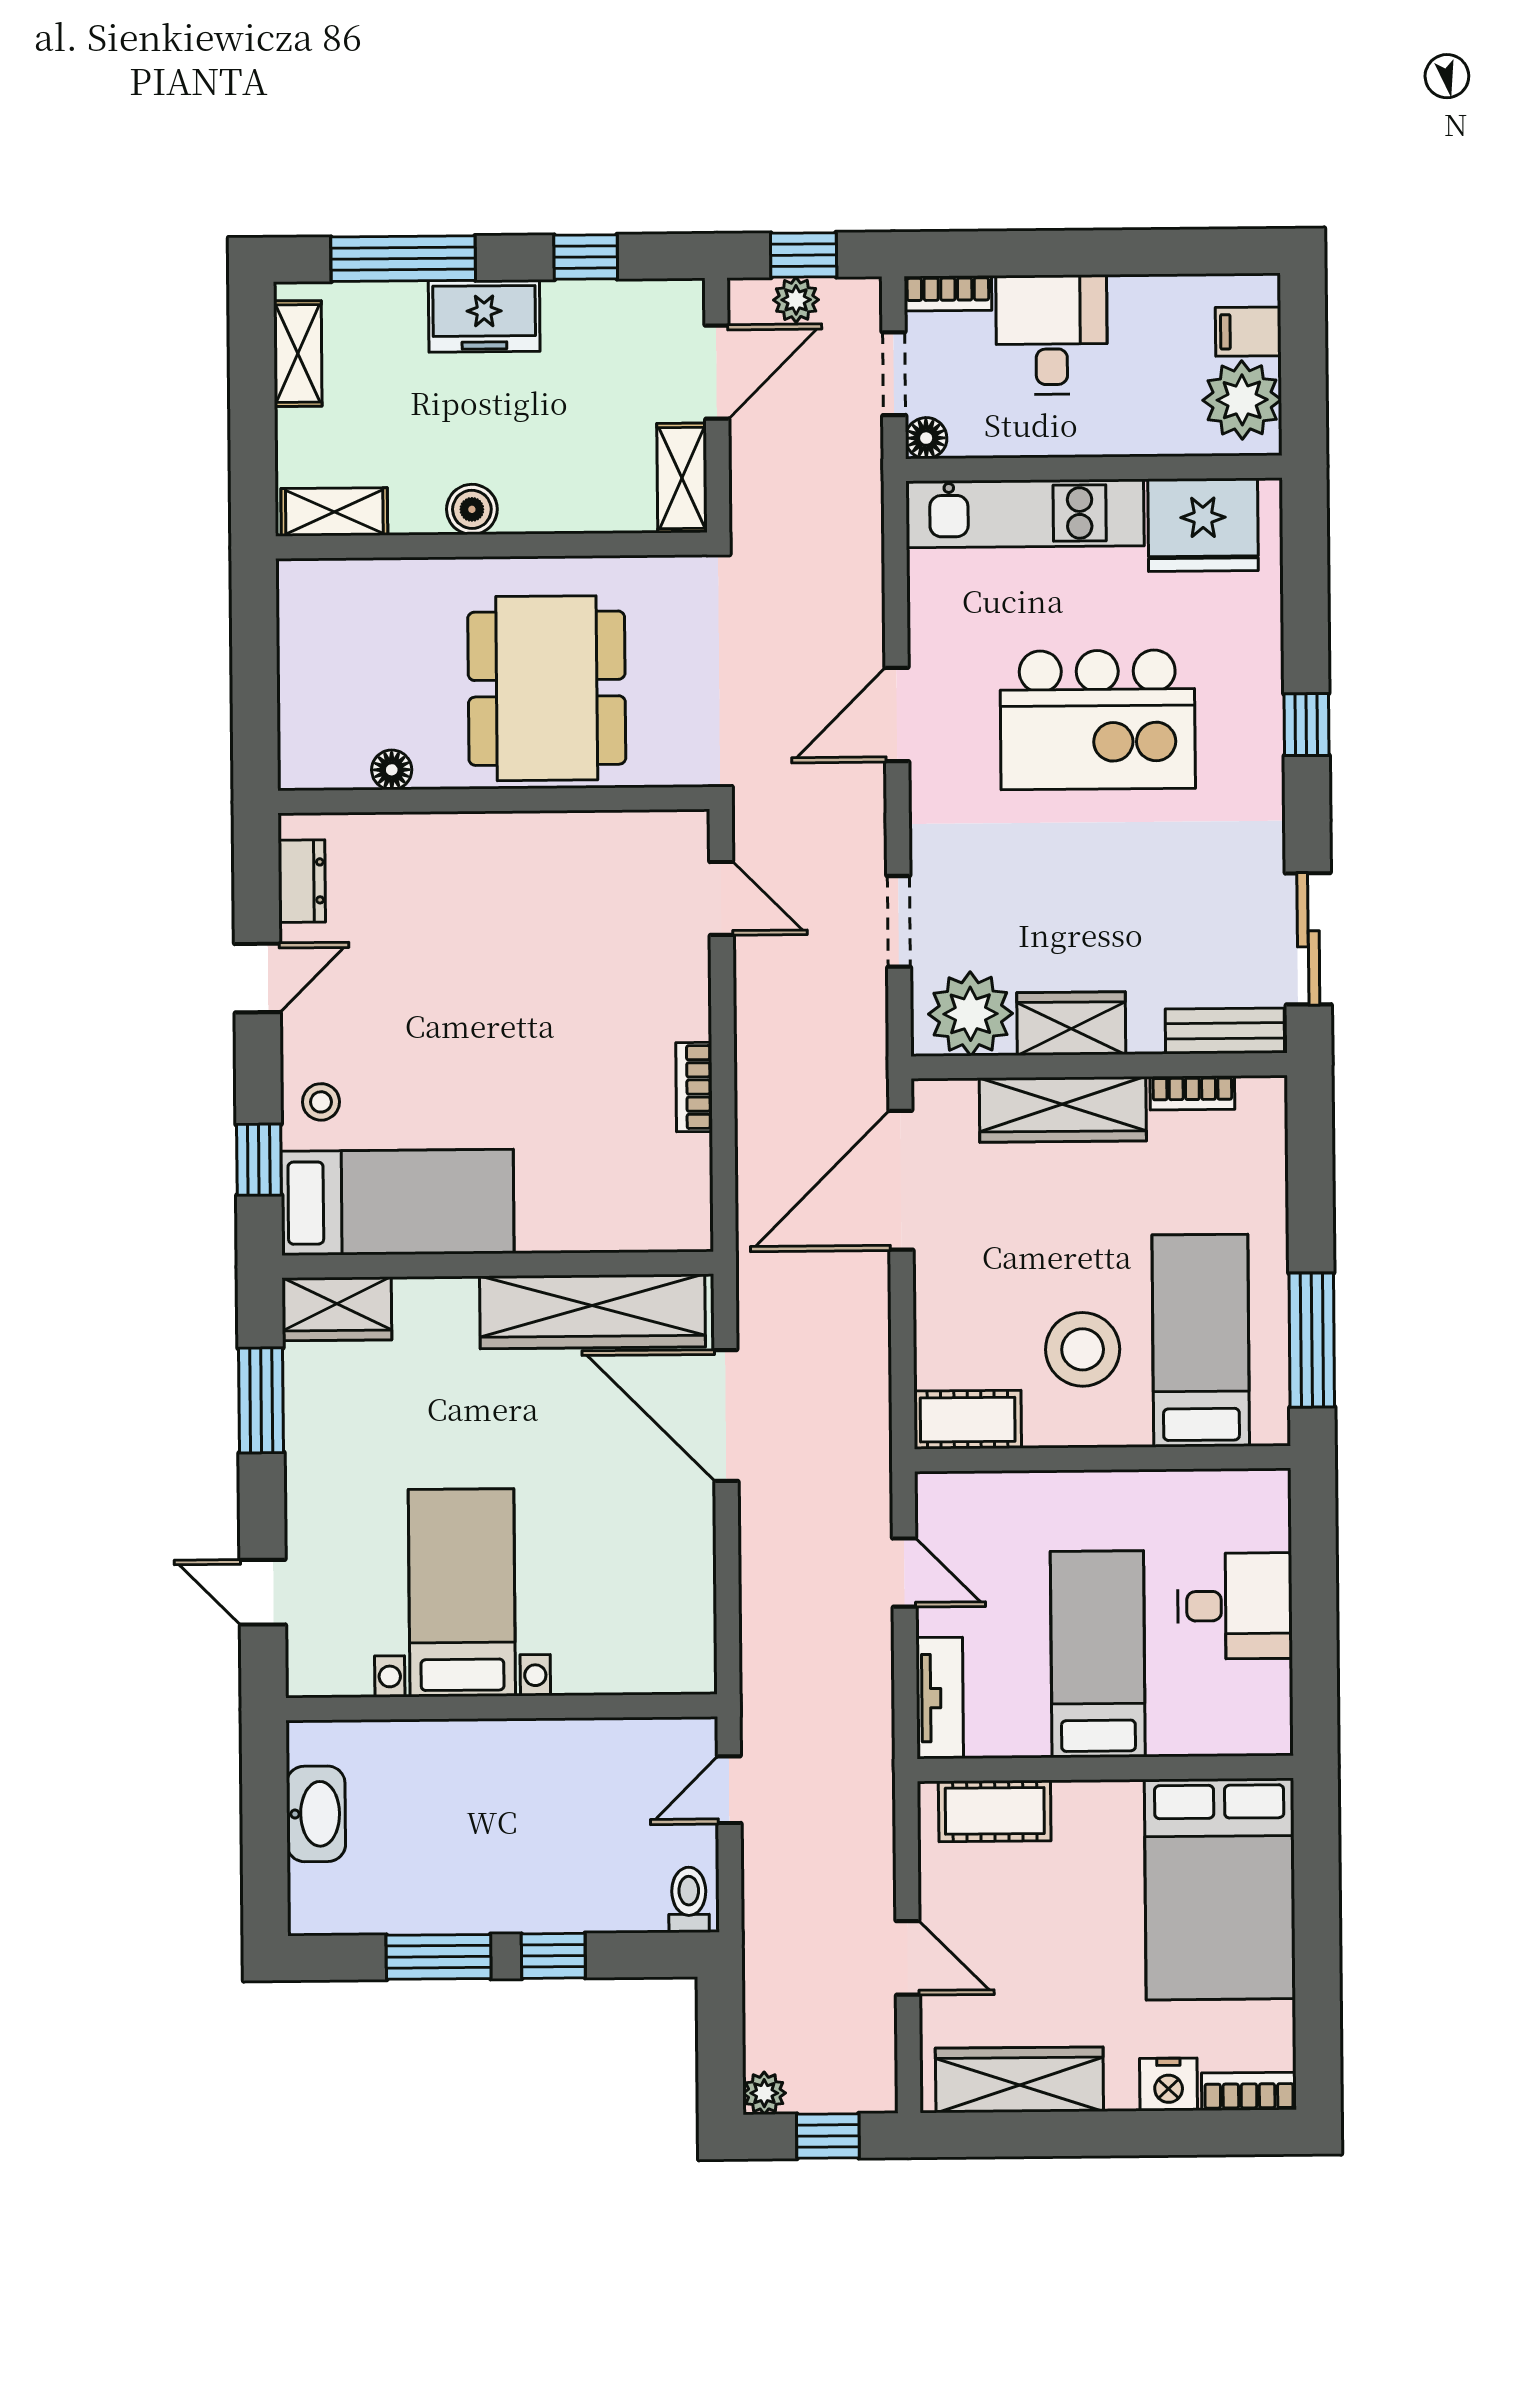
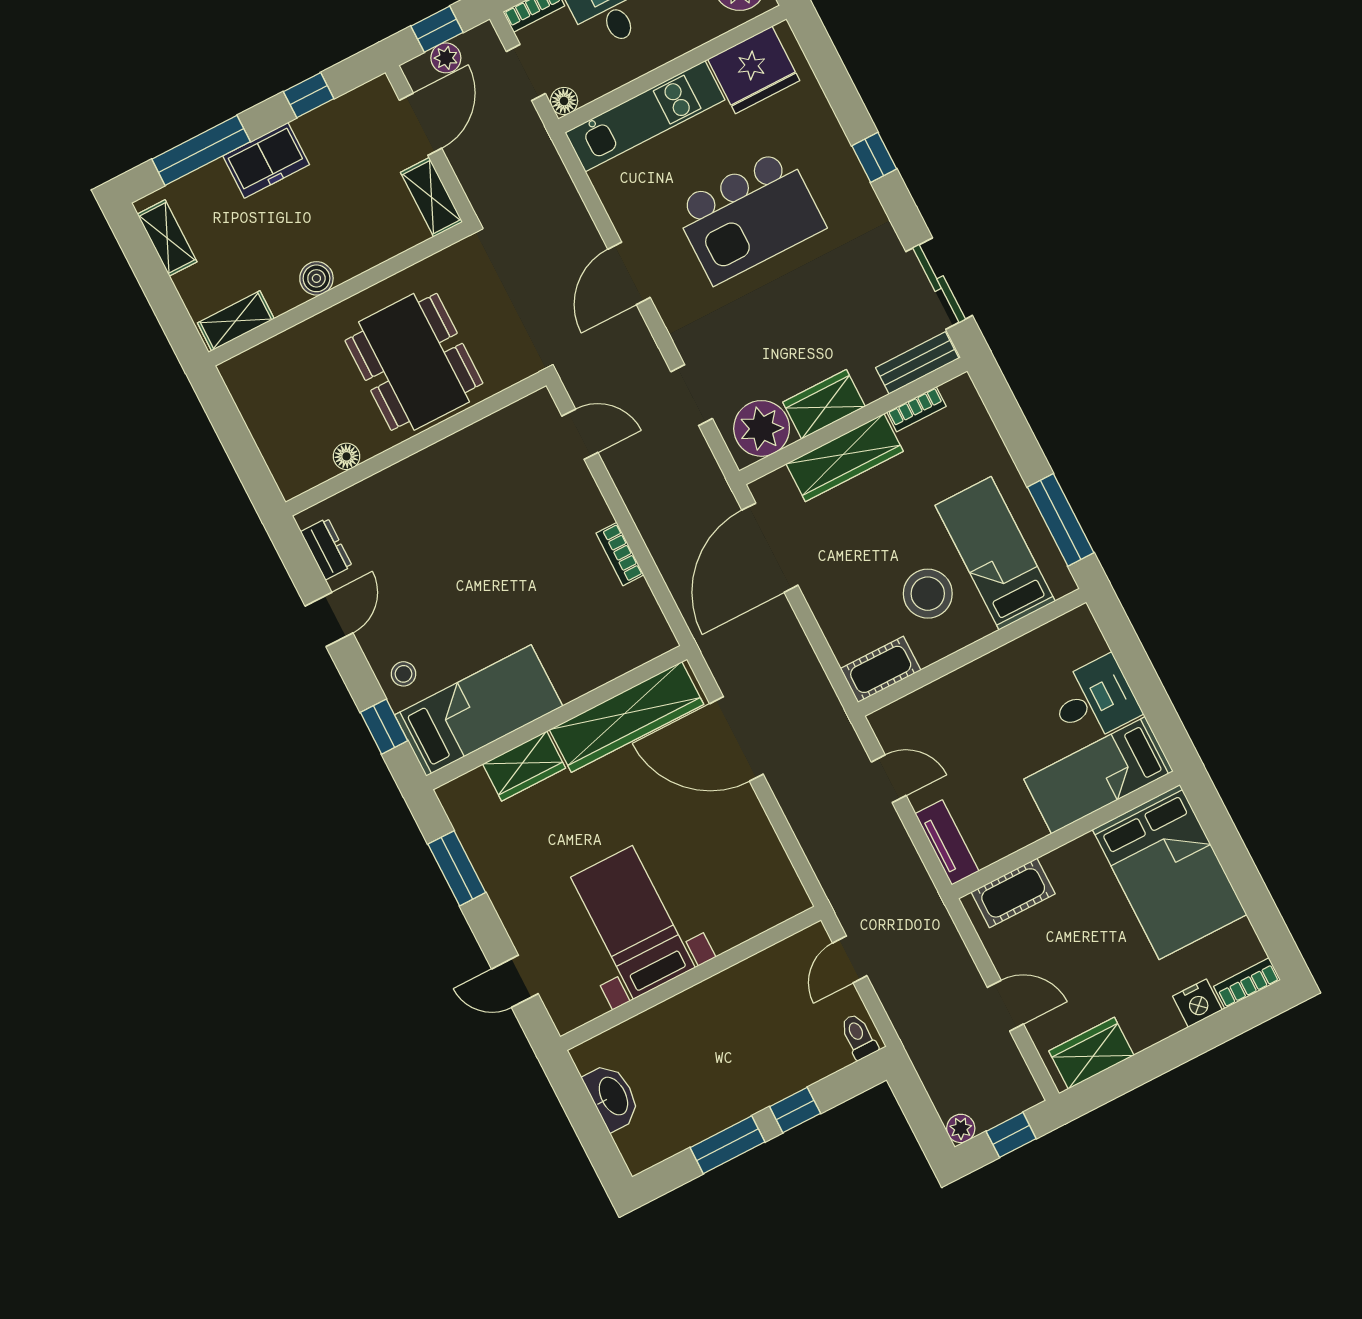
wardrobe: (337, 1309) -> (524, 766), moved
bed: (1098, 1654) -> (1098, 775), moved, turned -90
wardrobe: (1019, 2080) -> (1091, 1053), width x0.67

